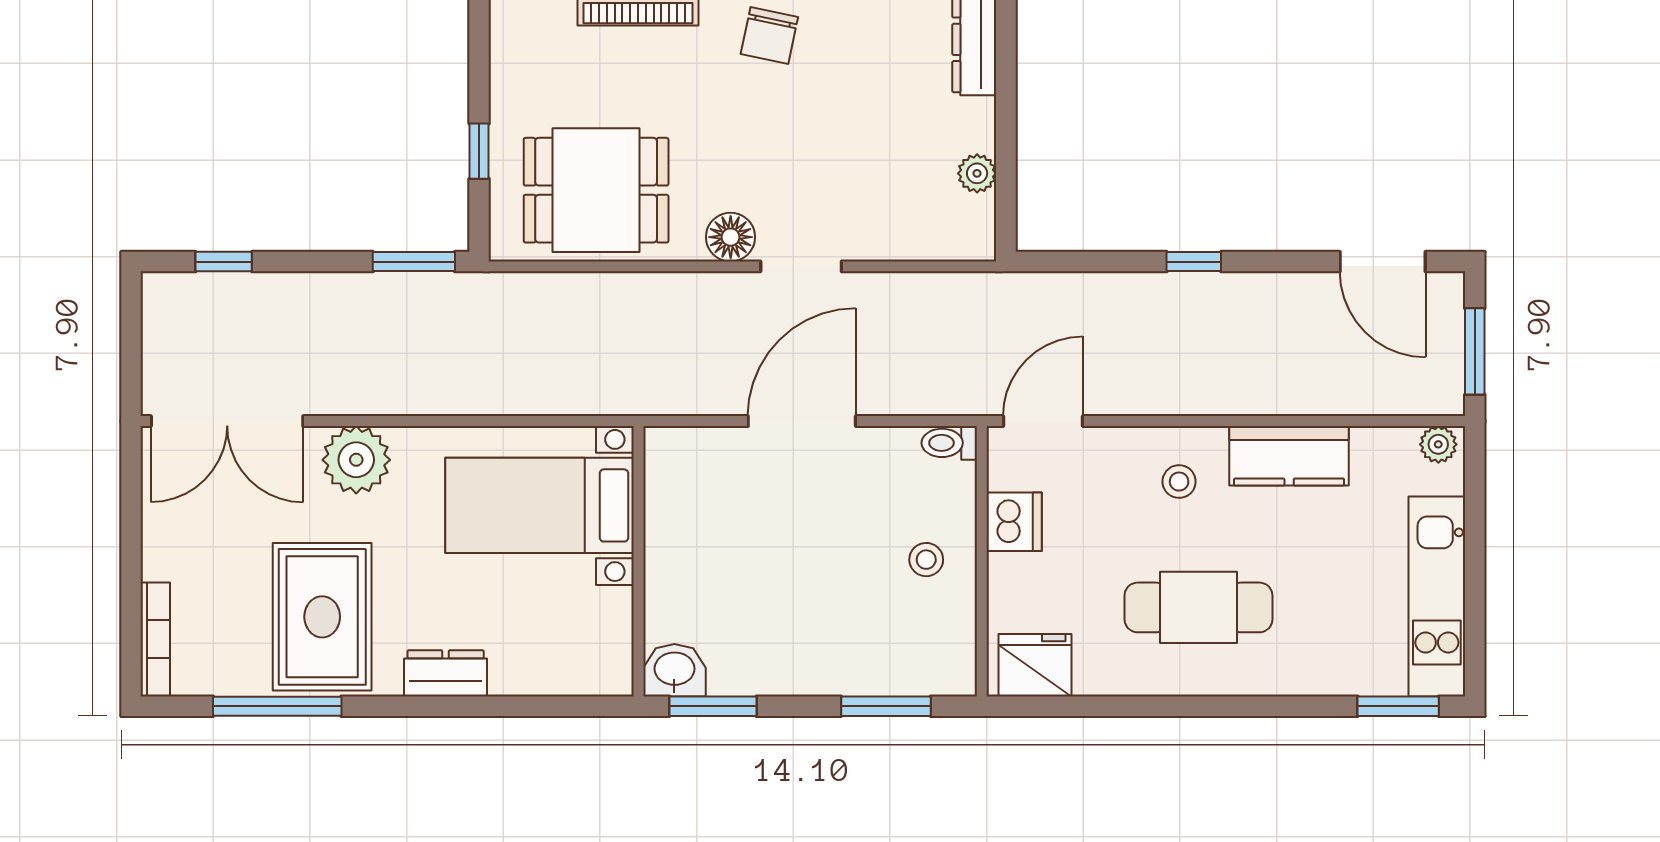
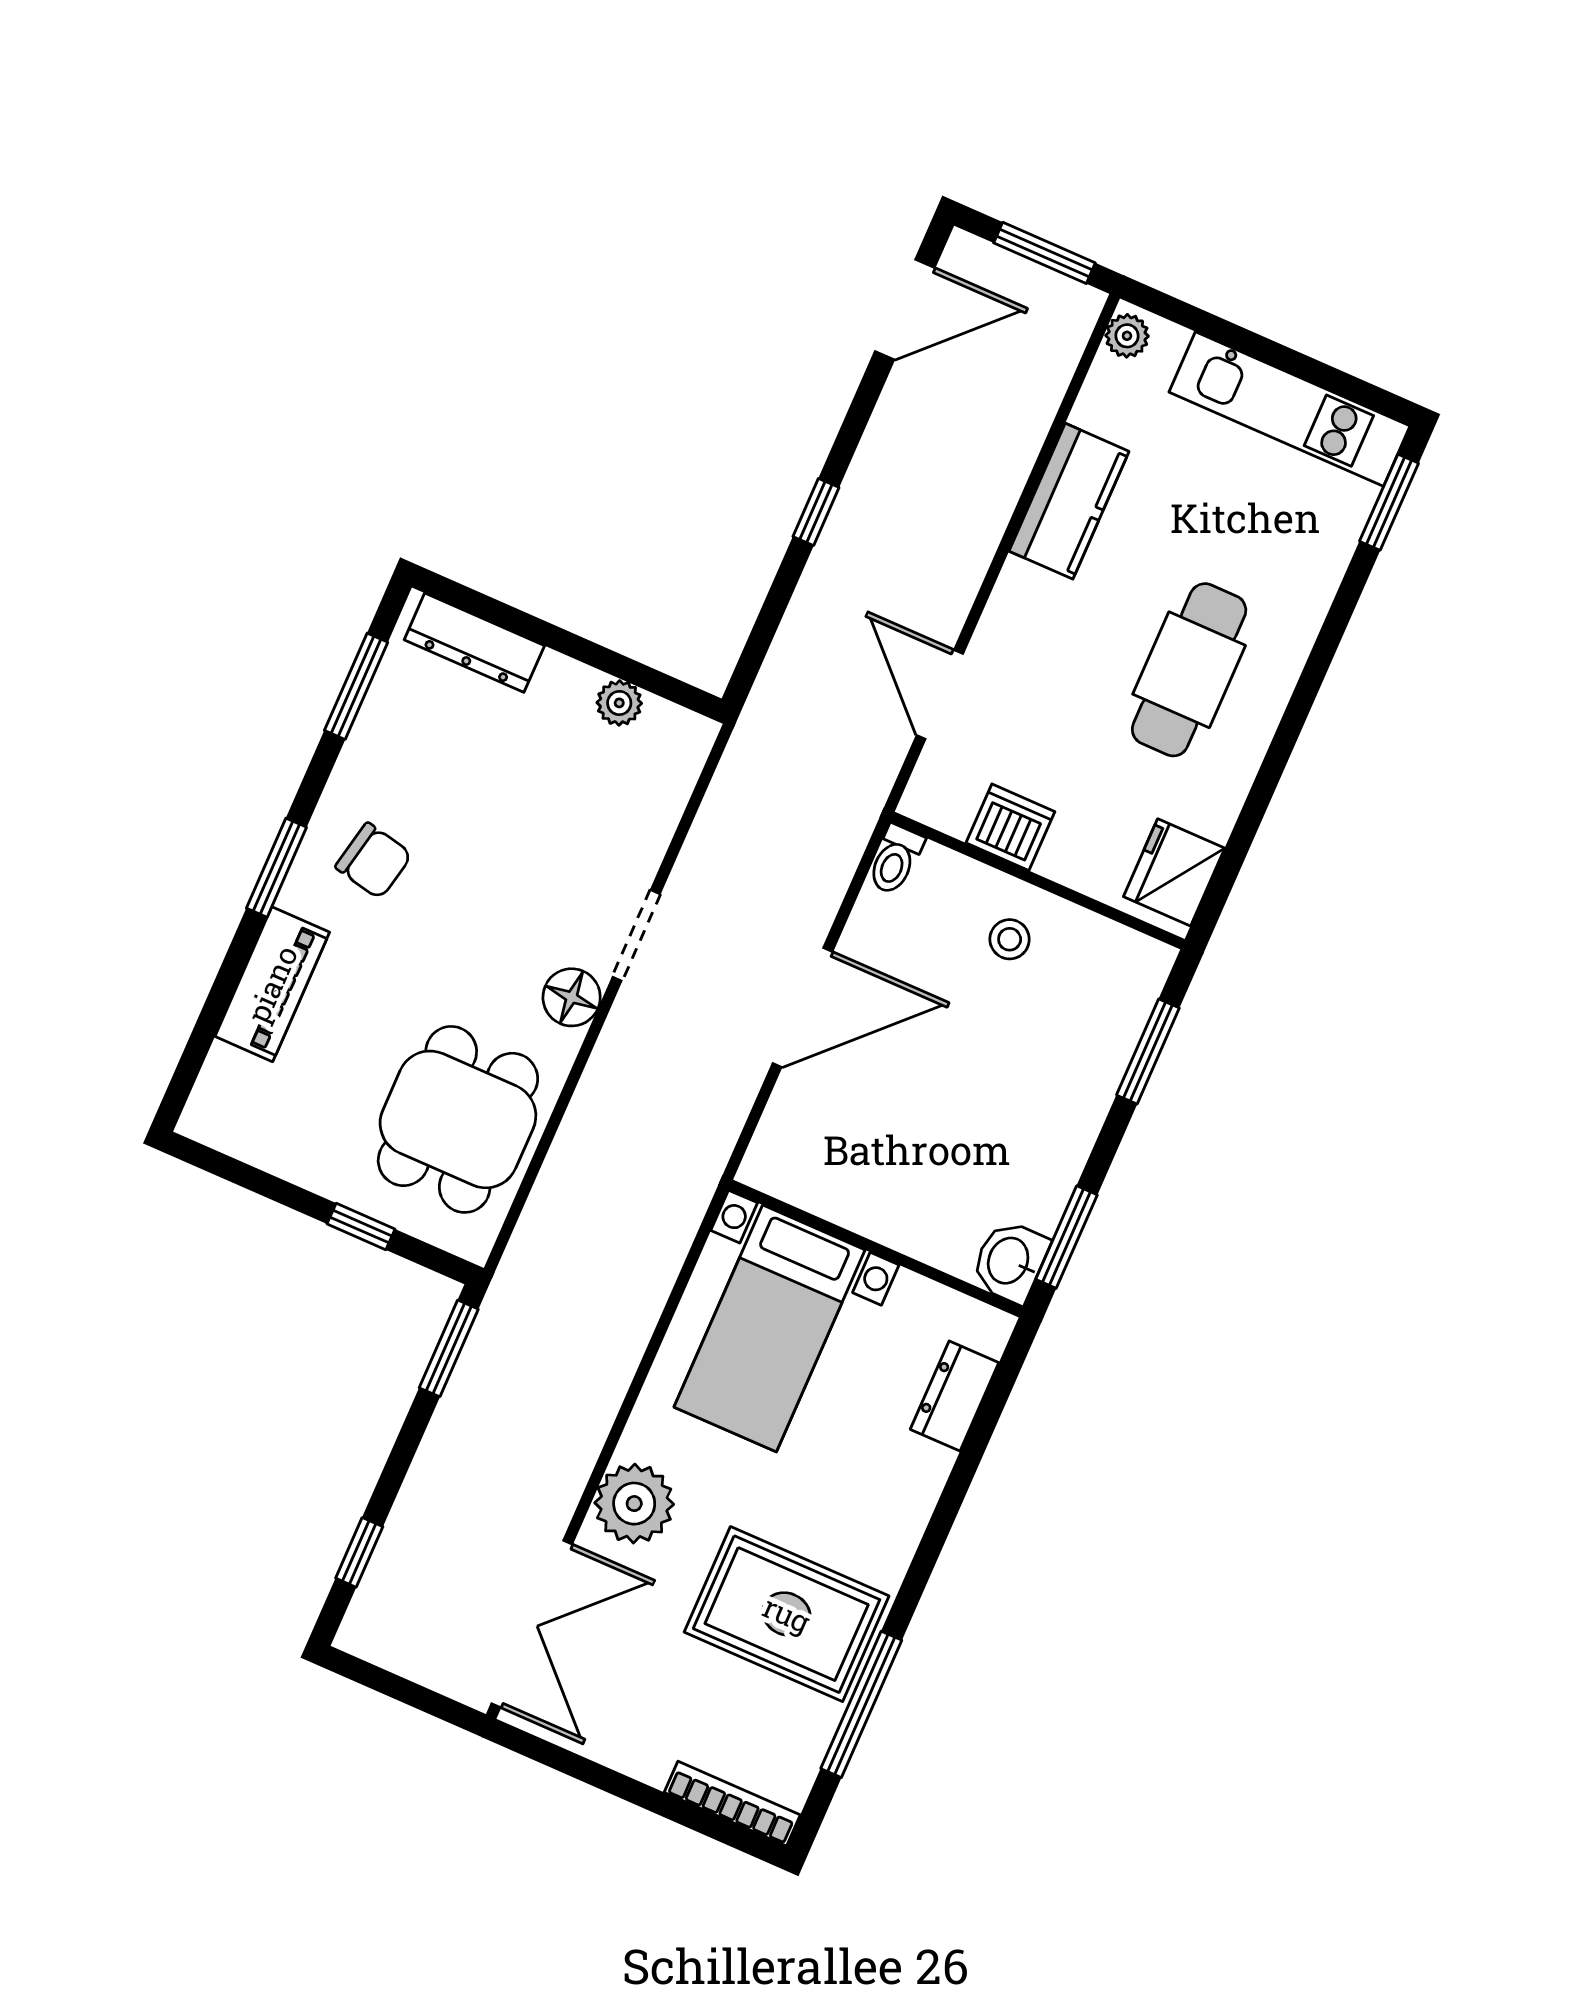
door: (802, 421) -> (802, 1007), swing flipped
door: (1043, 421) -> (940, 695), moved
stool: (1179, 482) -> (1045, 631), removed
dresser: (446, 673) -> (955, 1396), moved

